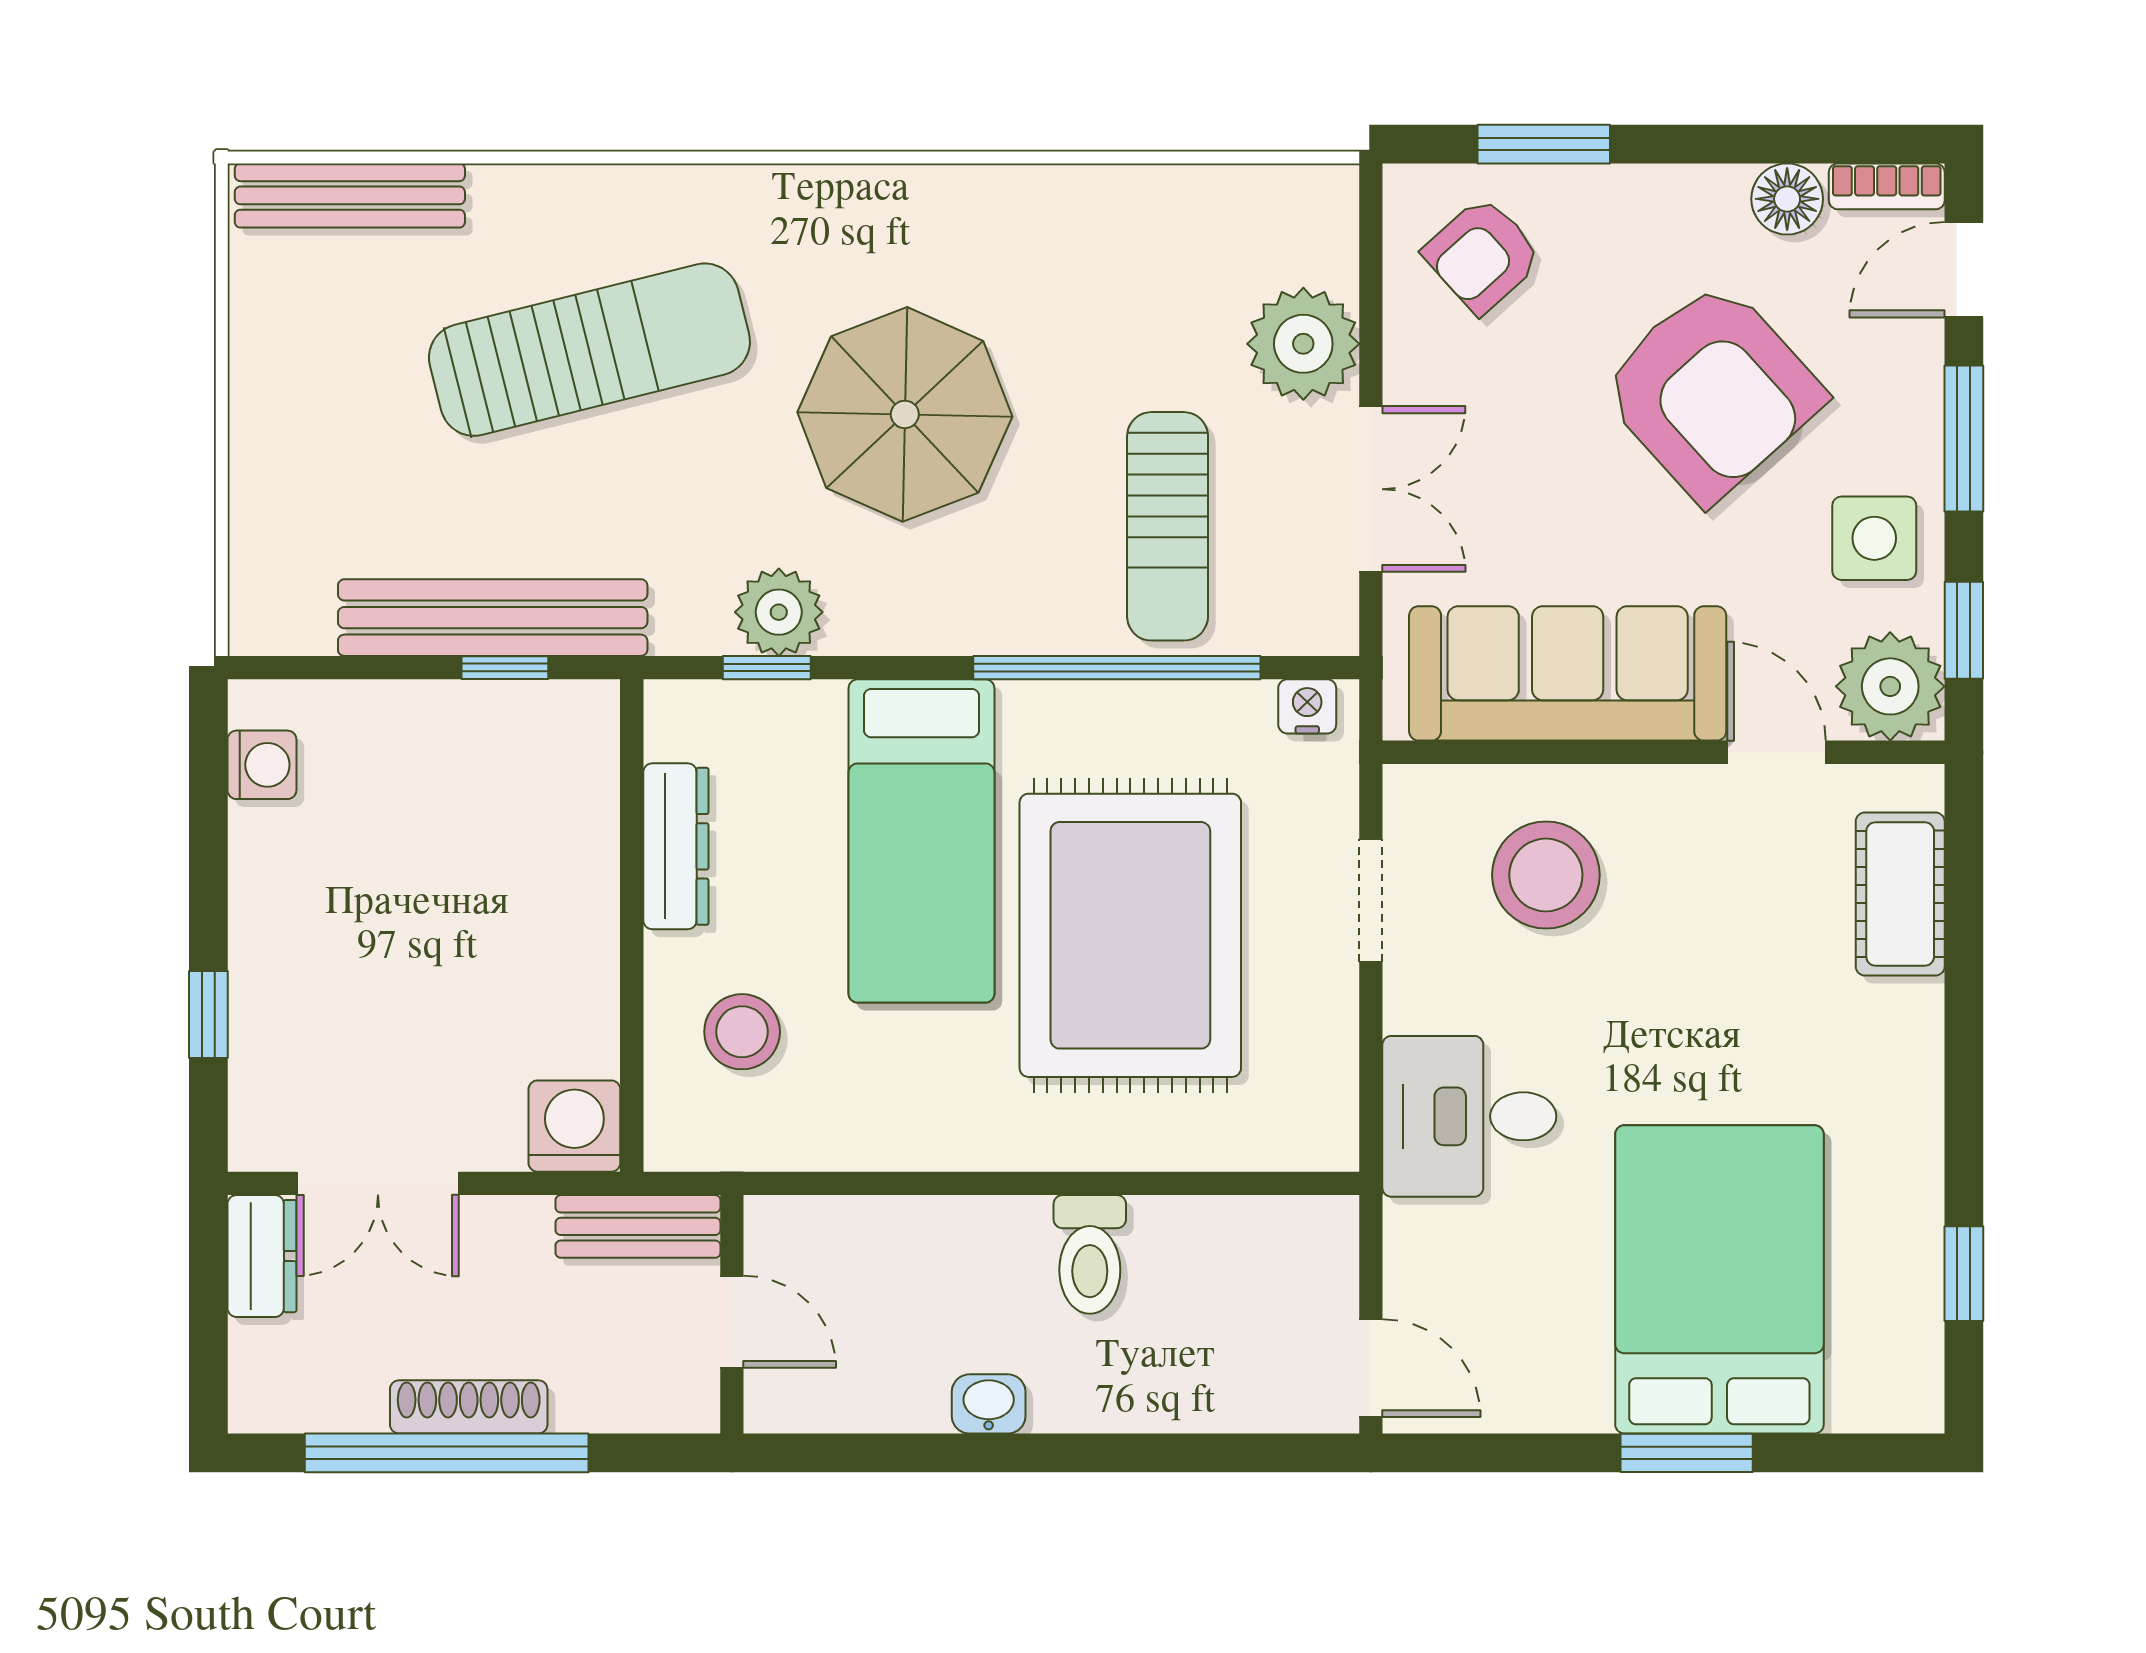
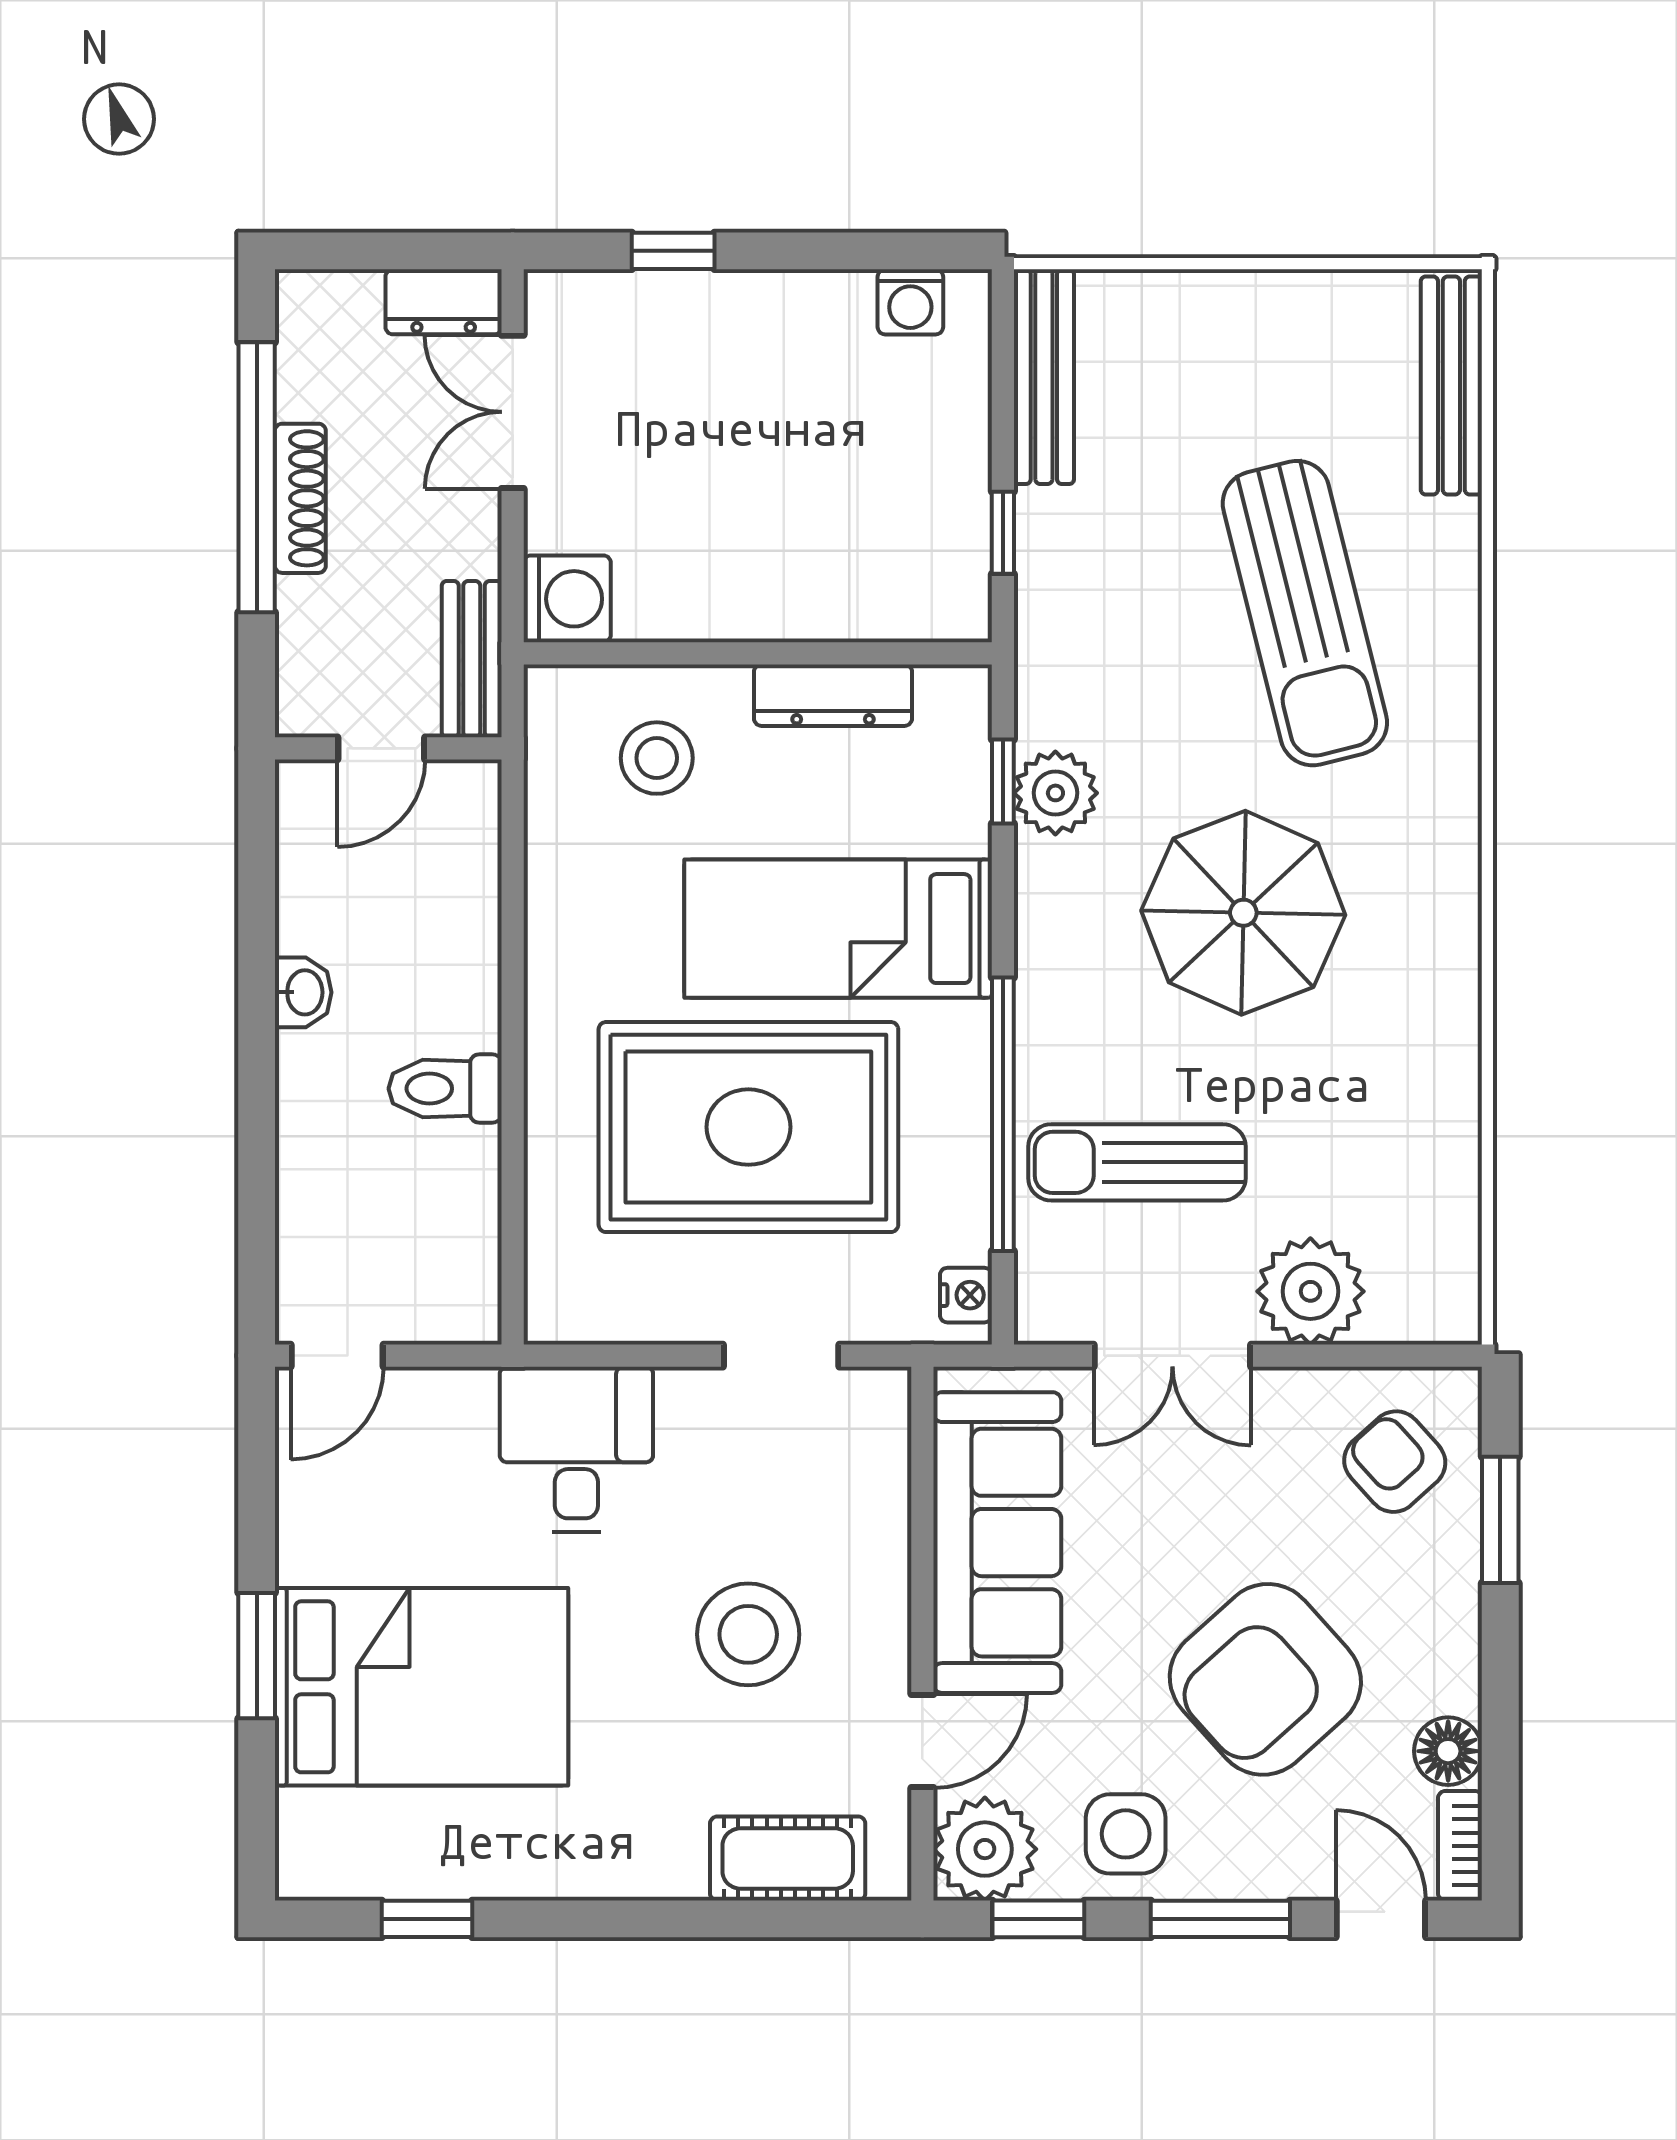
bench: (493, 618) -> (1044, 377), moved, width x0.73, depth x0.82
stool: (1546, 875) -> (748, 1634), moved

